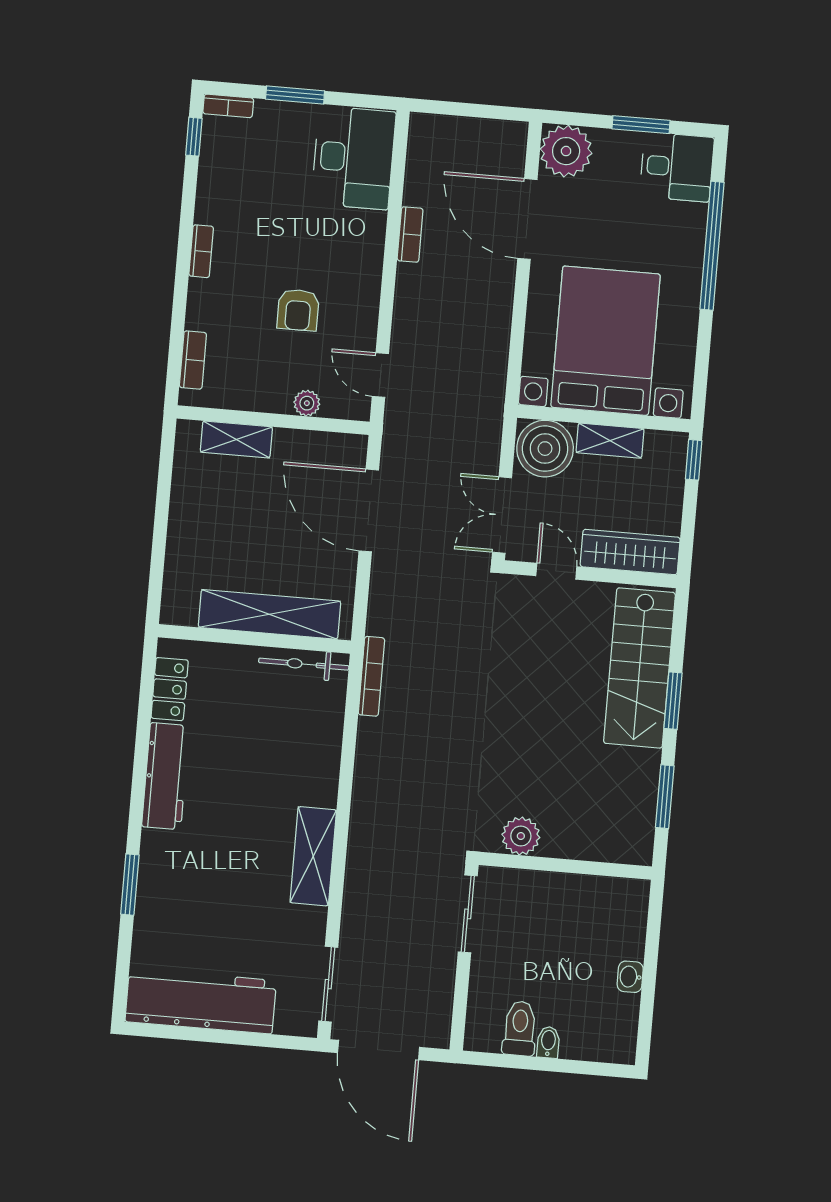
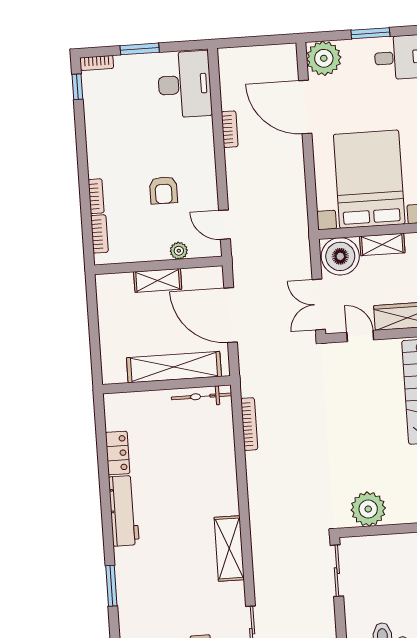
bookcase: (201, 251) -> (96, 196), moved
shelving: (236, 440) -> (158, 280), moved
shelving: (270, 614) -> (174, 367), moved
wall: (254, 639) -> (166, 385), moved
bicycle: (304, 664) -> (202, 396), moved
plant: (521, 836) -> (368, 509), width x1.36, depth x1.36

